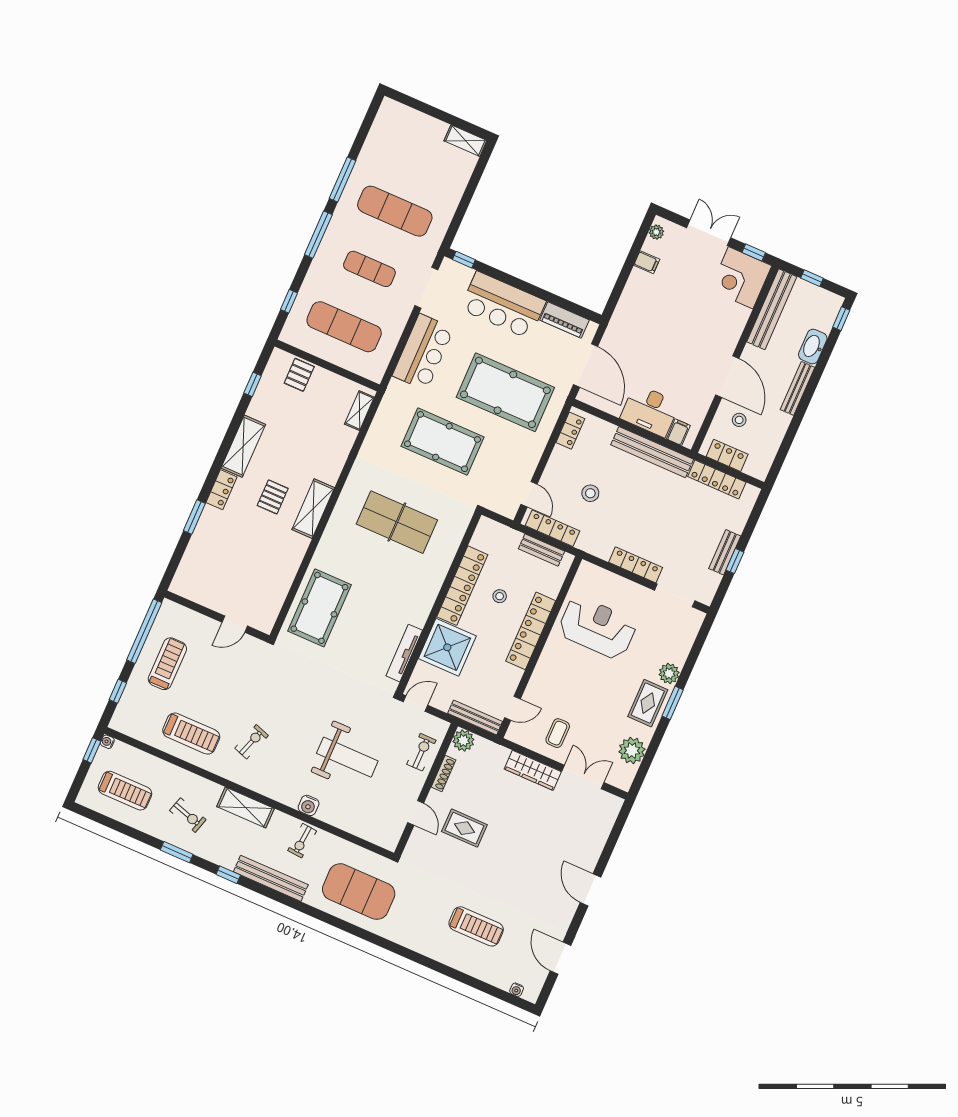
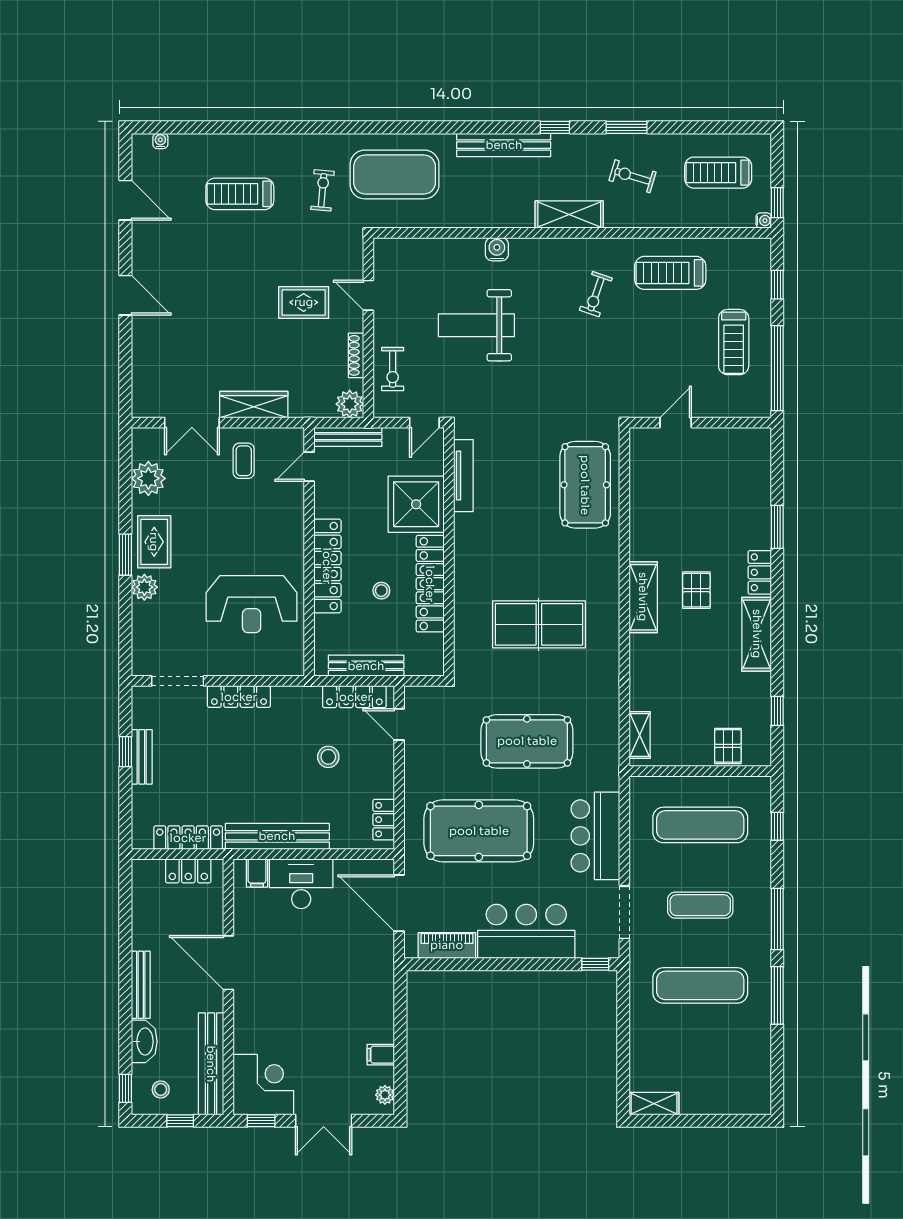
stool: (739, 420) -> (161, 1090), moved
bench: (542, 550) -> (366, 666), width x1.36
exercise bike: (302, 841) -> (322, 190), moved

